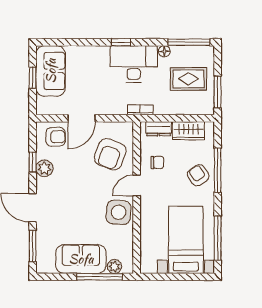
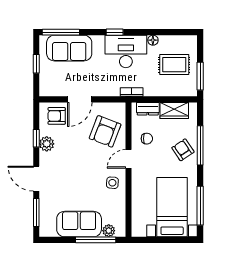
window: (189, 42) -> (61, 32), moved
sofa: (51, 71) -> (69, 48), moved, turned 90
armchair: (56, 137) -> (57, 116), turned 180
side table: (119, 212) -> (112, 183), width x0.54, depth x0.54

